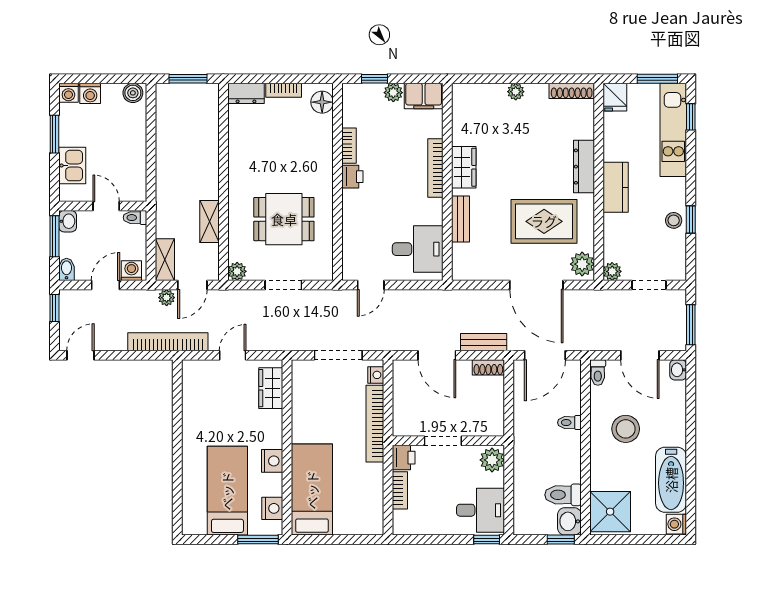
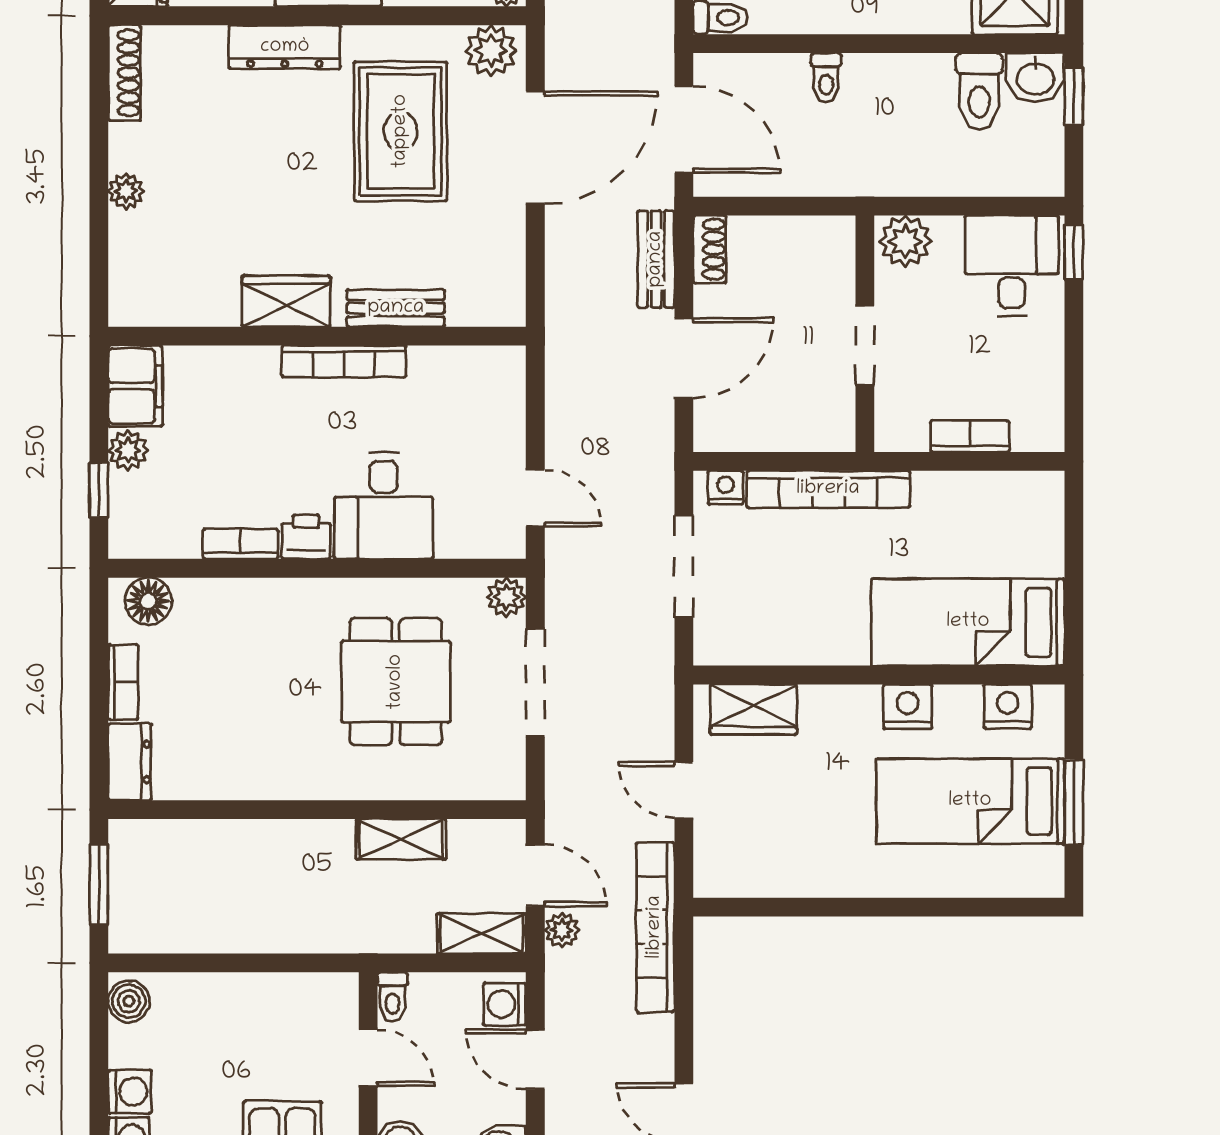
bookcase: (435, 168) -> (344, 361), moved
door: (106, 206) -> (368, 1058), swing flipped
desk: (418, 249) -> (384, 506), moved, turned 180
plant: (237, 271) -> (506, 597), moved
doorway: (283, 285) -> (535, 683), width x1.38
printer: (404, 458) -> (900, 428), removed
window: (258, 540) -> (1074, 802), moved

